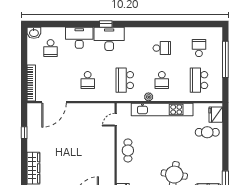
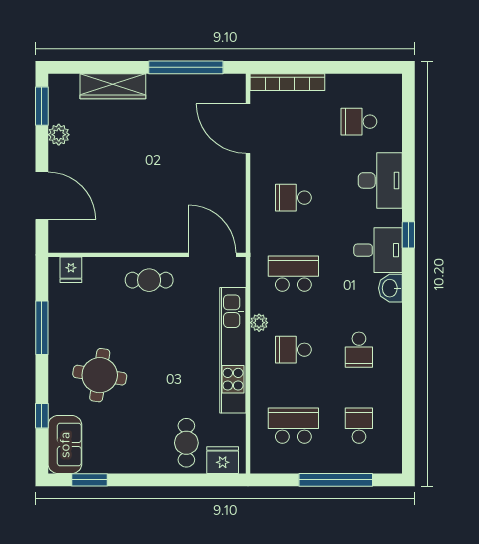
washbasin: (34, 33) -> (390, 288), moved
desk: (109, 39) -> (378, 250), width x0.73
school desk: (199, 48) -> (359, 426), turned -90
door: (116, 120) -> (212, 255), width x1.88
window: (24, 133) -> (186, 67), width x3.17

